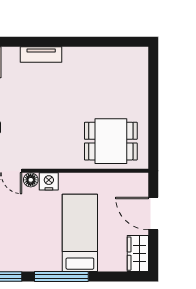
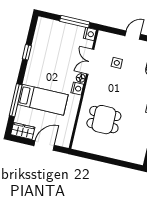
dining table: (111, 141) -> (104, 120), moved, turned 90
window: (61, 277) -> (16, 100), moved

